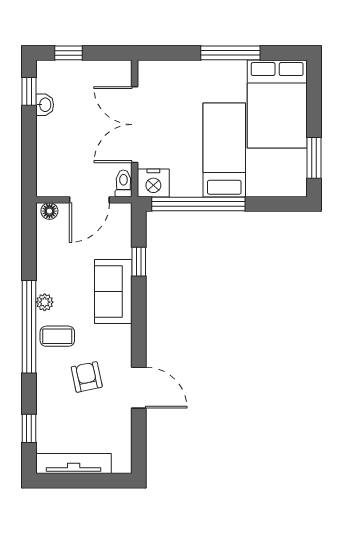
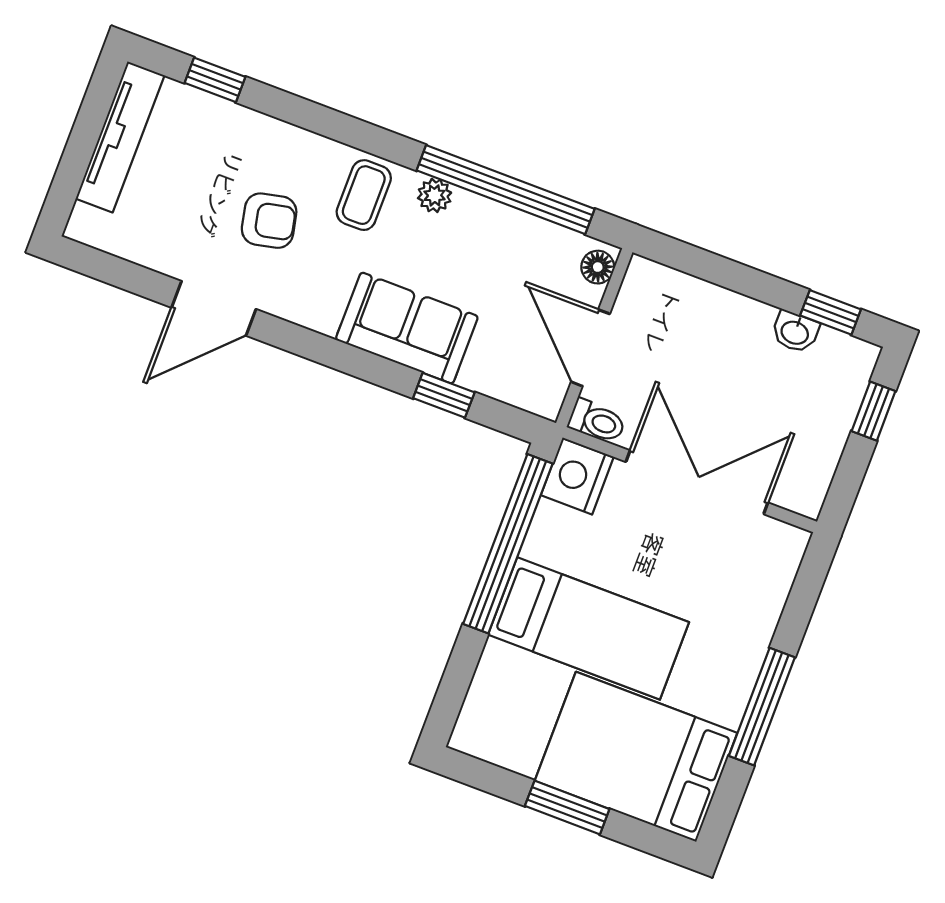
window: (314, 158) -> (567, 807), moved
window: (29, 327) -> (506, 190), moved

